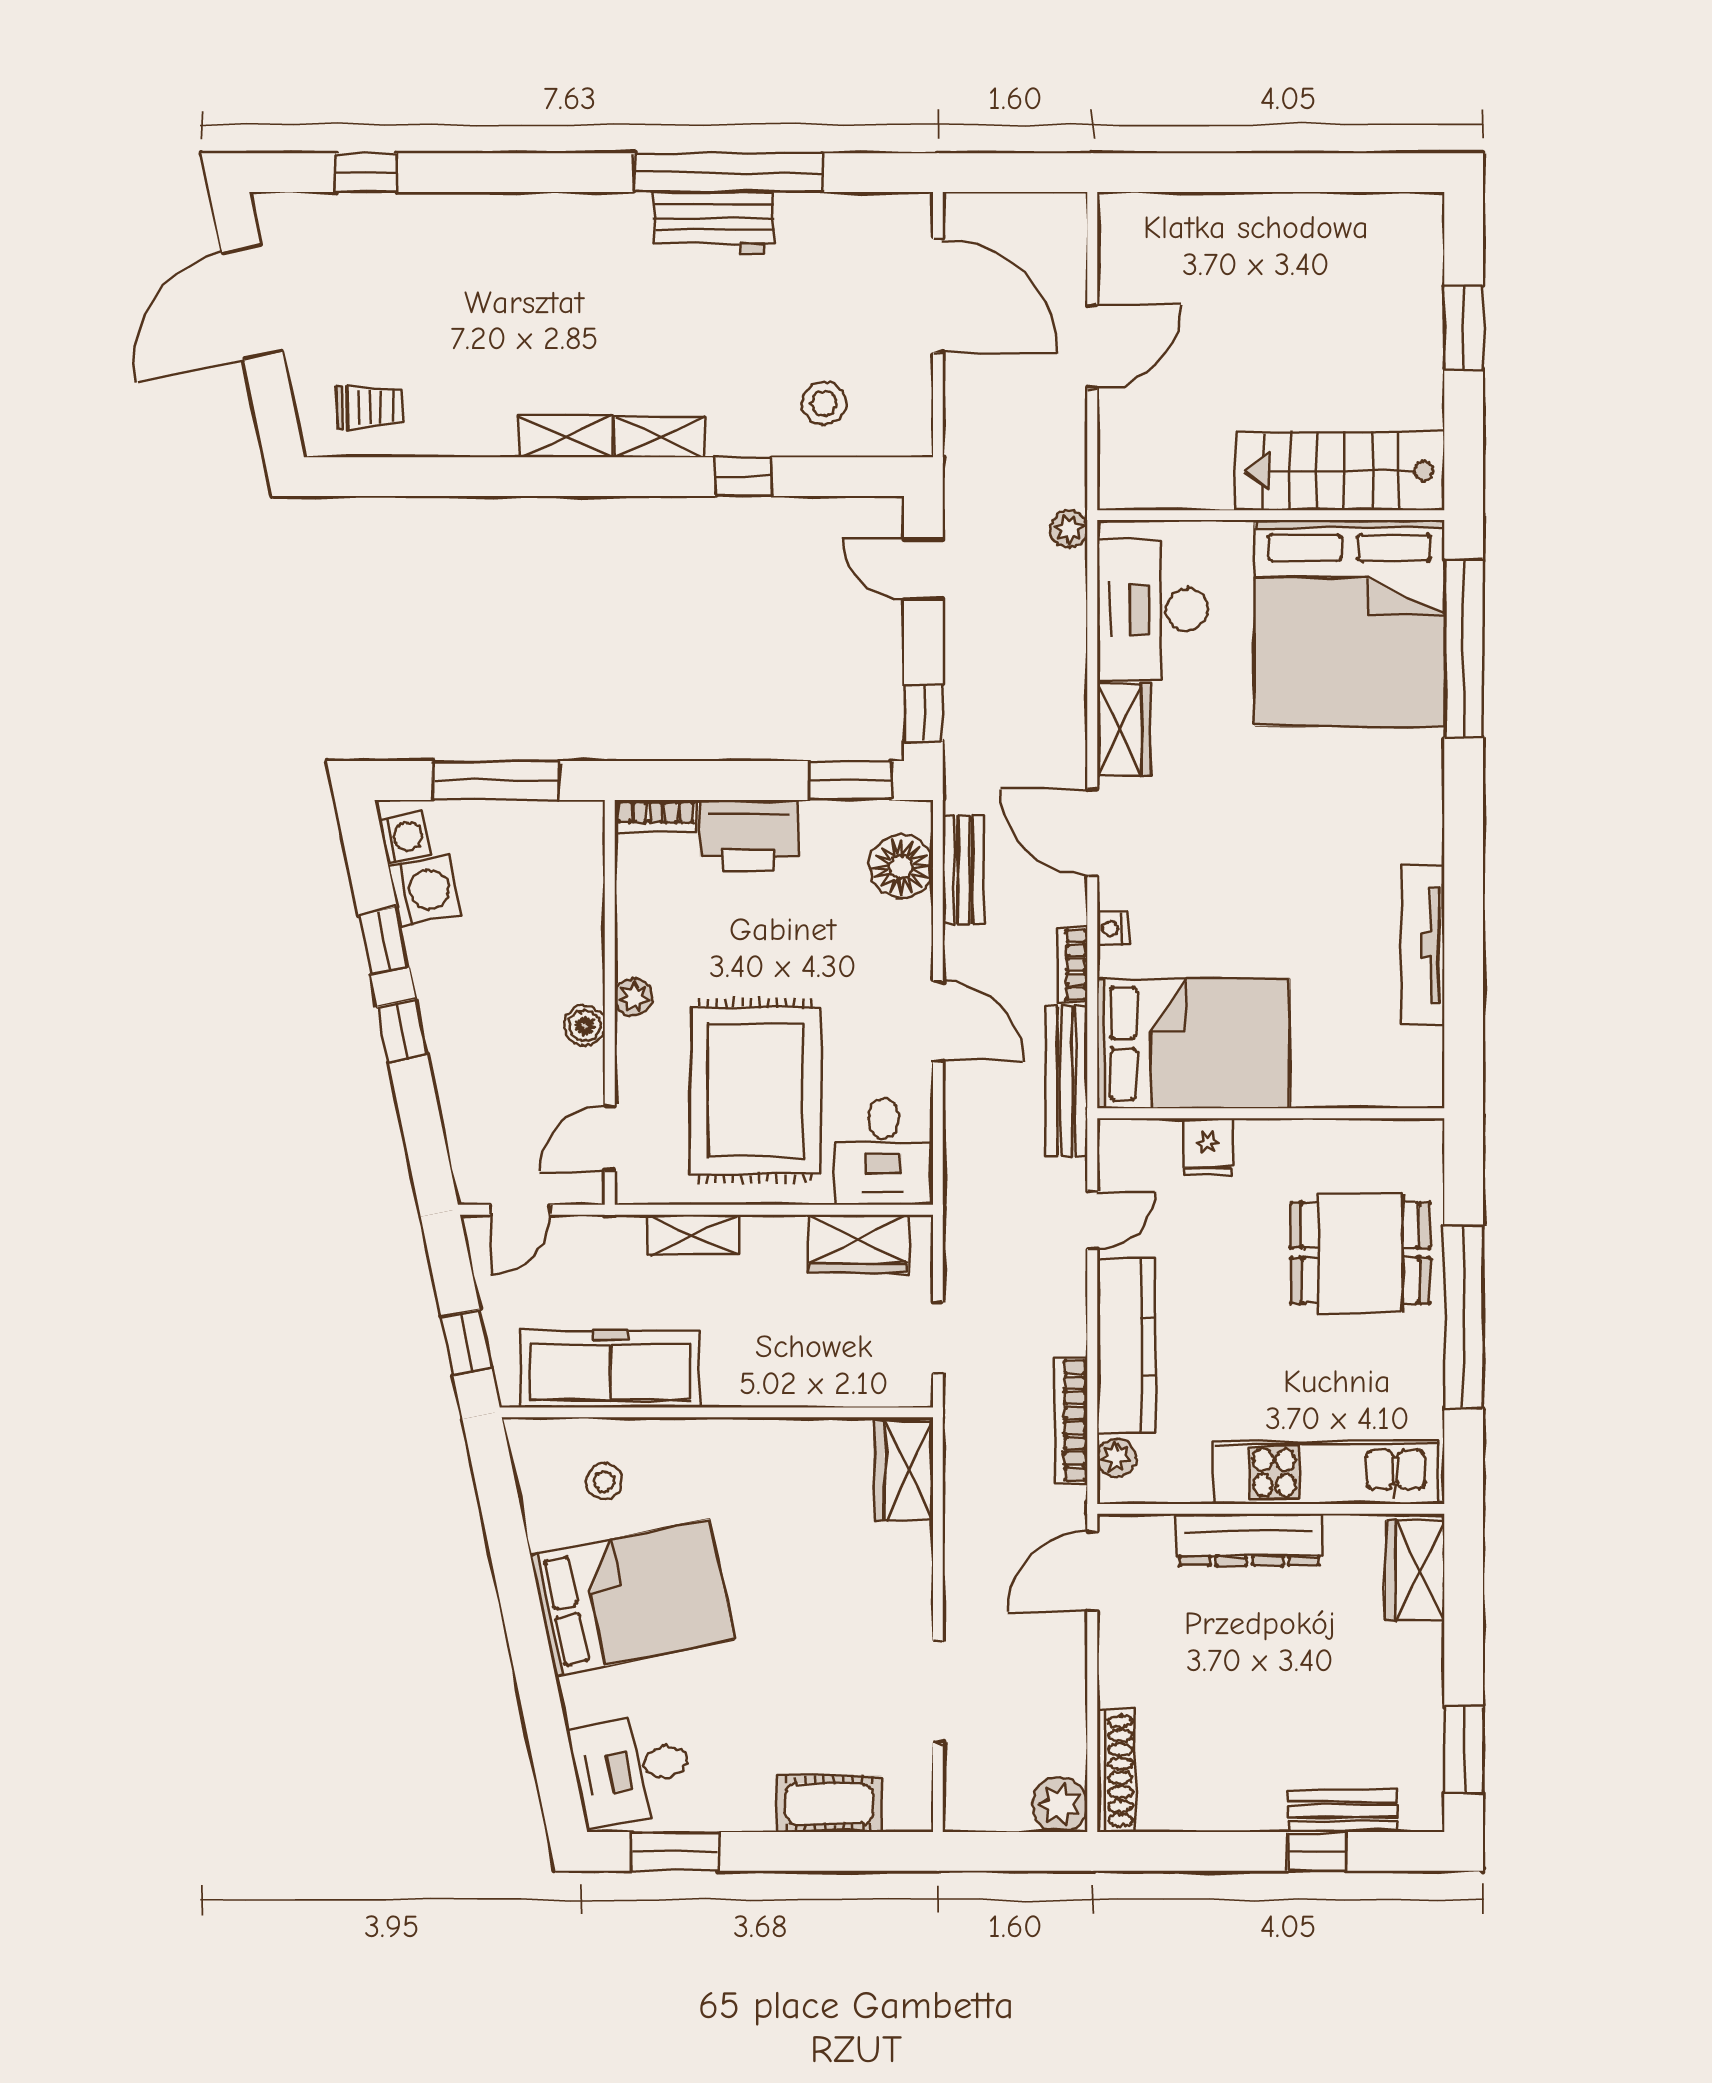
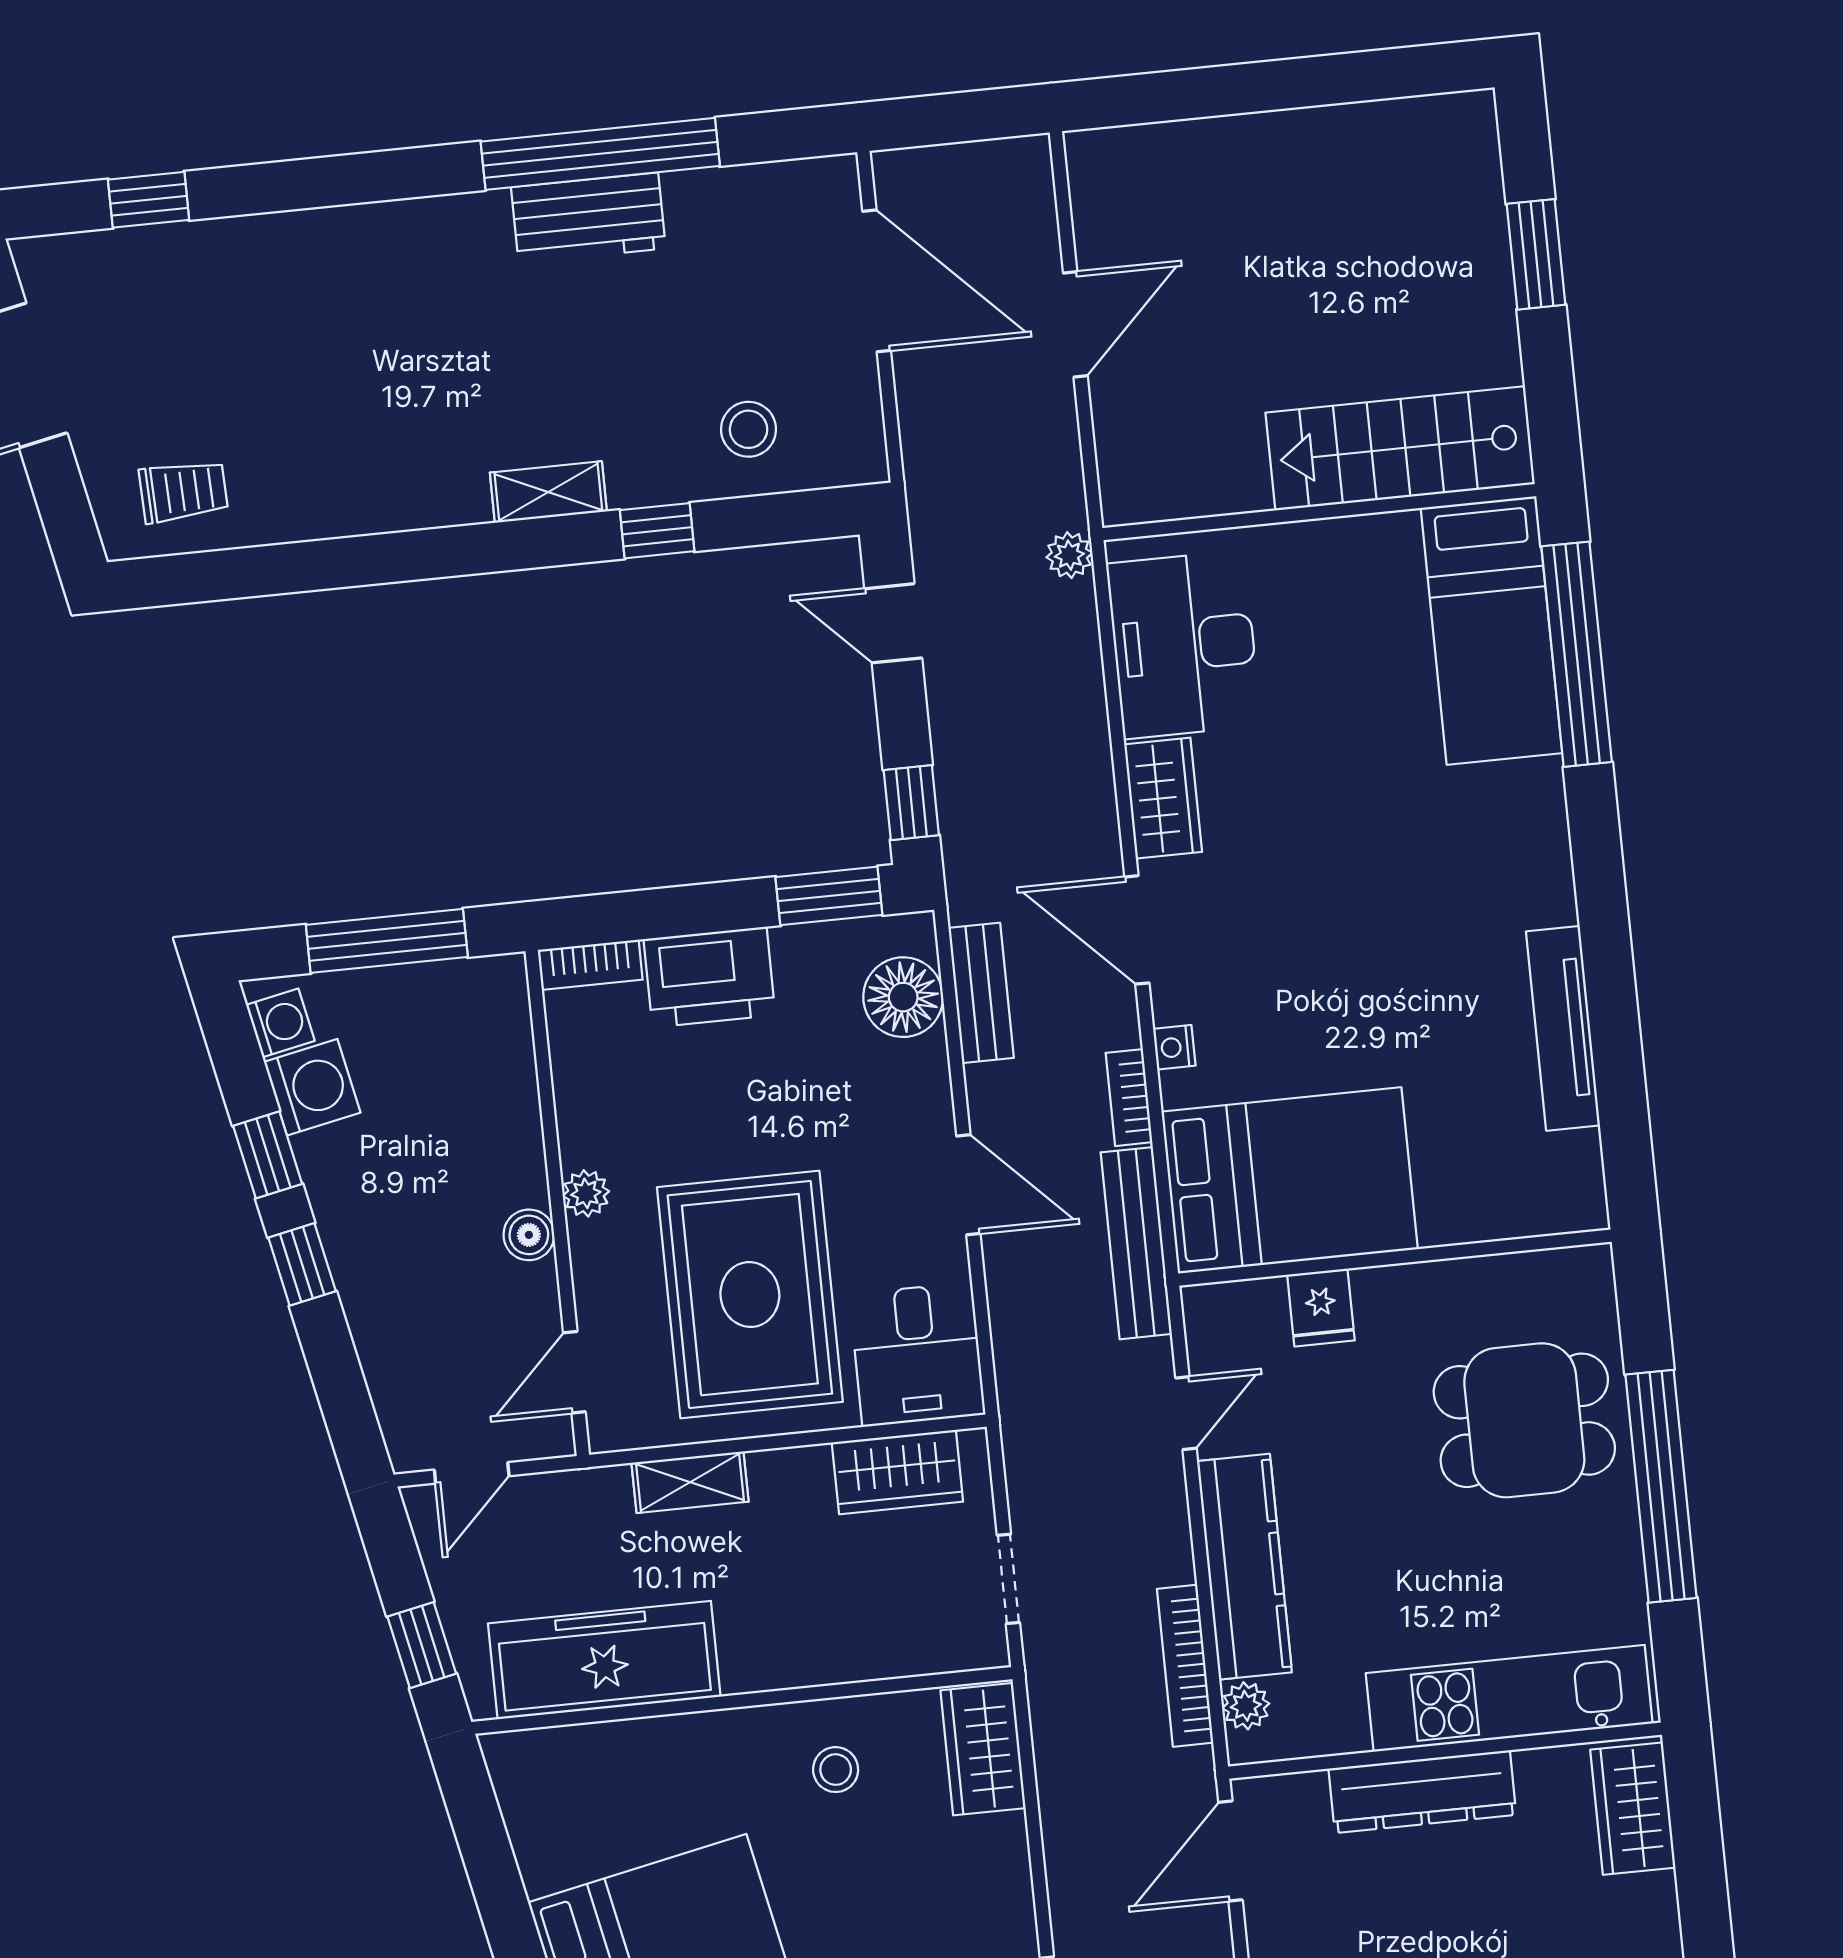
shelving: (565, 436) -> (430, 503), removed
bed: (1349, 623) -> (1491, 630), width x0.49
stool: (604, 1482) -> (836, 1770), moved

